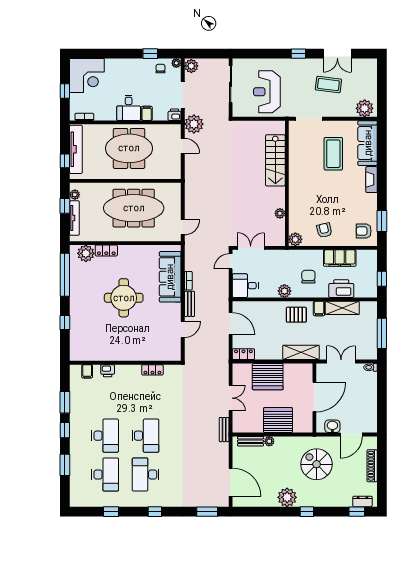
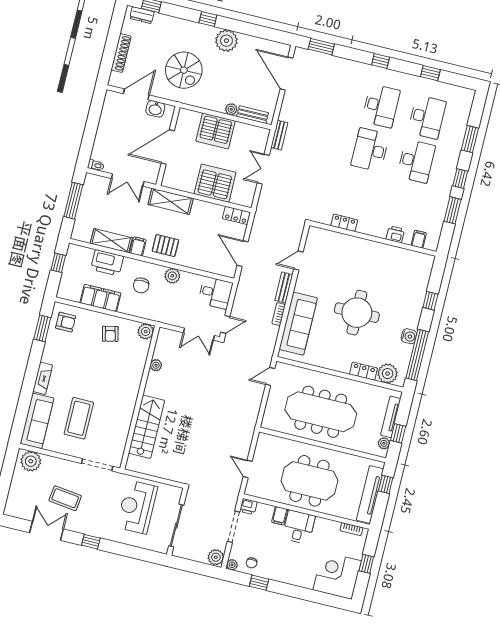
reception desk: (267, 92) -> (137, 507), turned 180
plant: (194, 124) -> (229, 491), removed
water cooler: (76, 289) -> (409, 336), added
desk: (105, 436) -> (416, 161), turned 180
desk: (105, 474) -> (427, 117), turned 180

